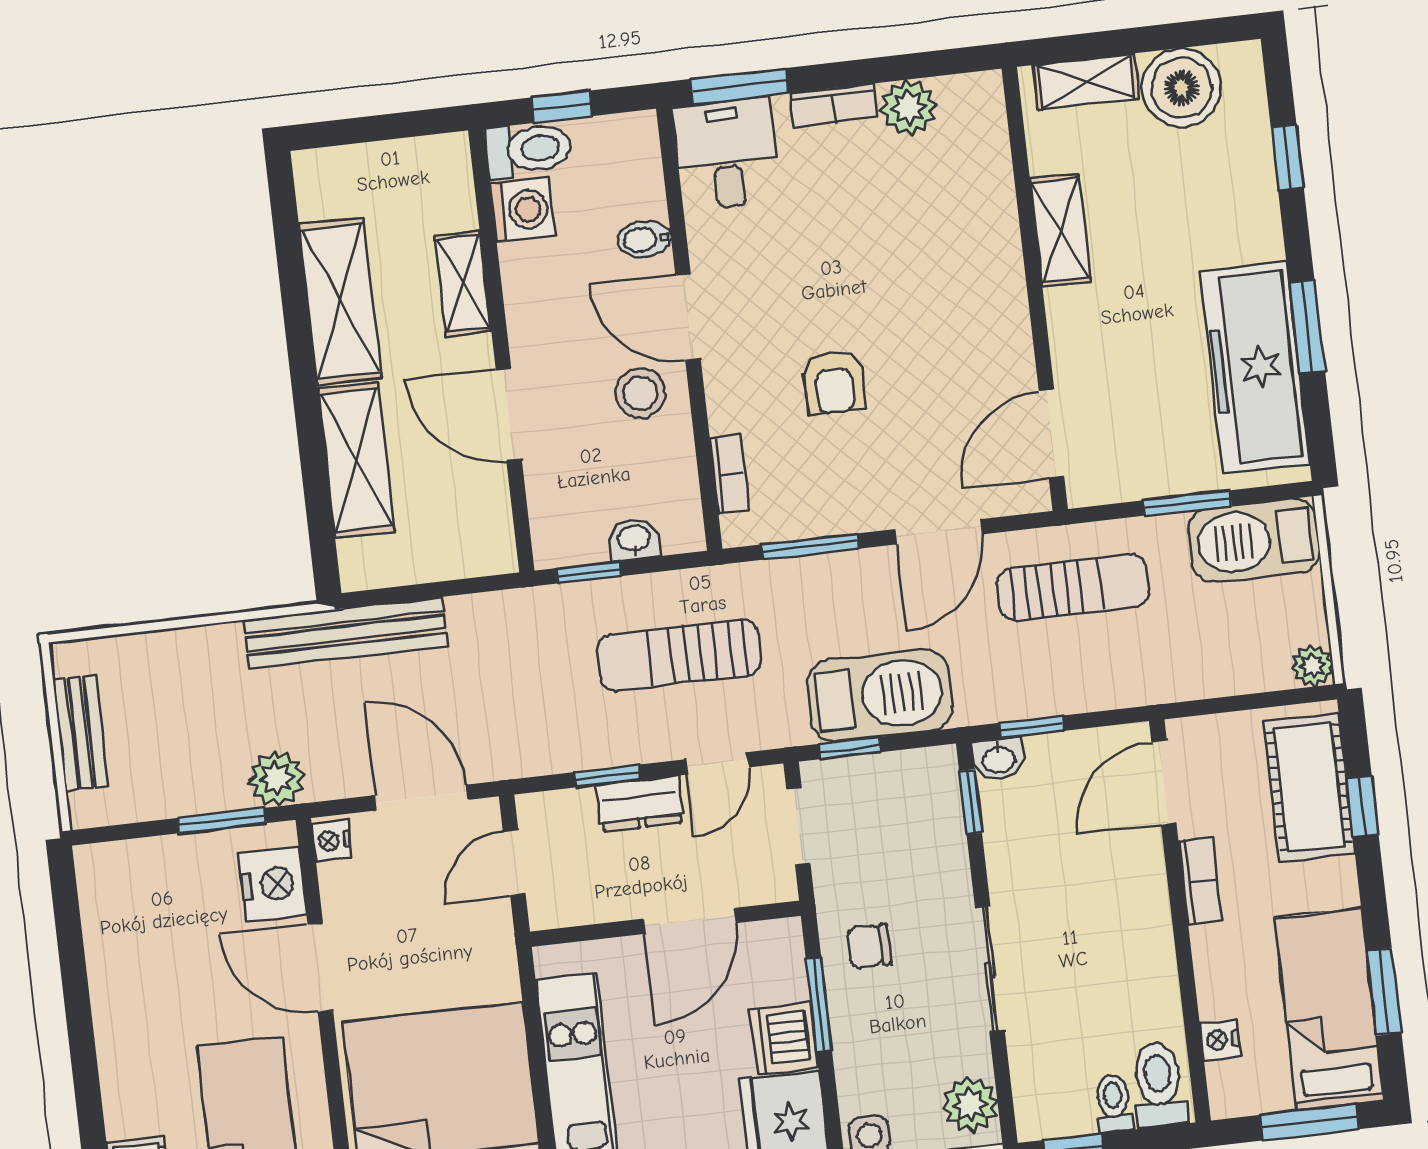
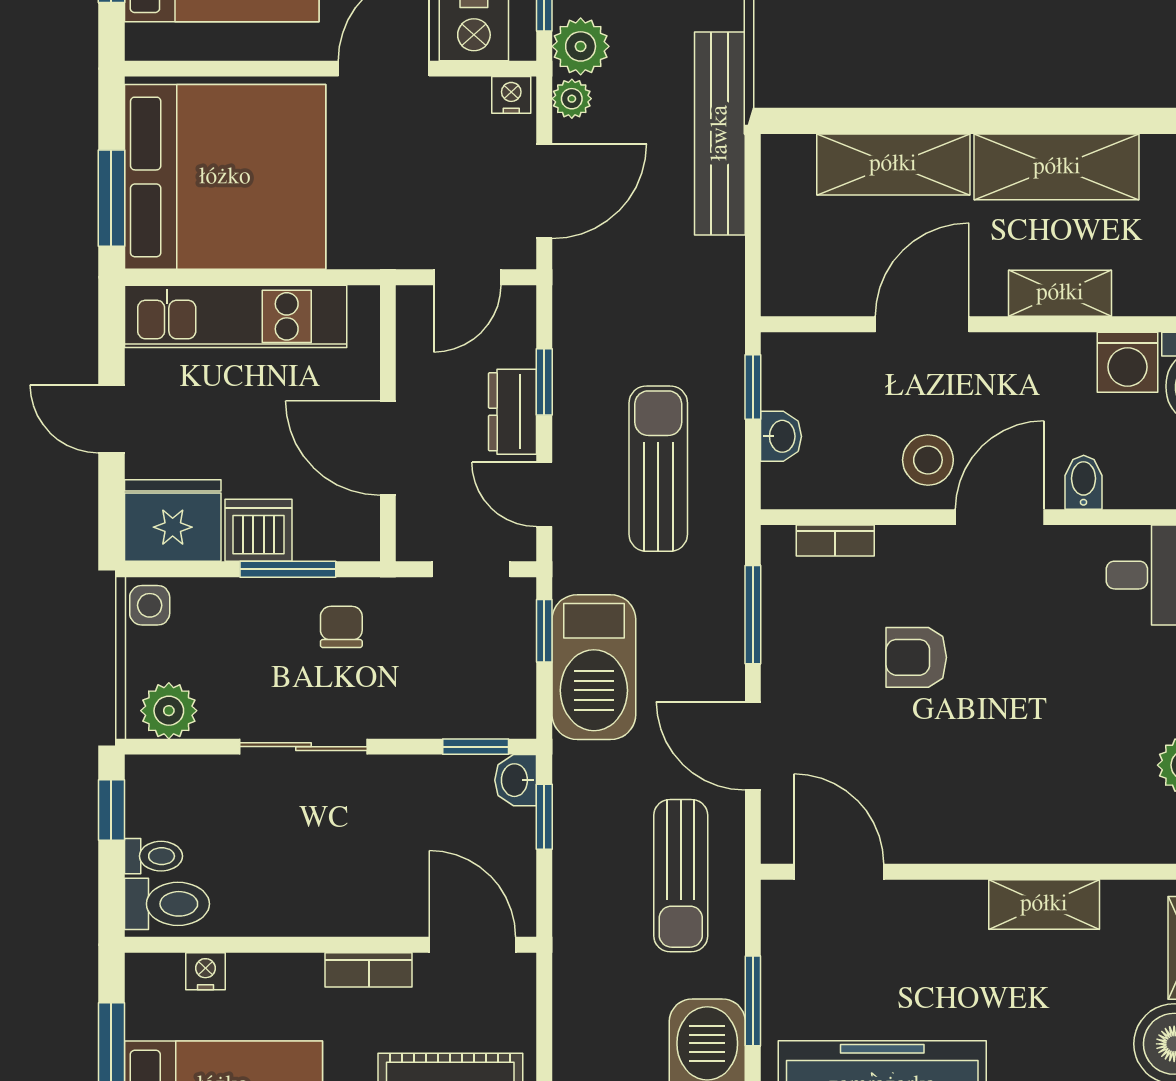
plant: (328, 781) -> (572, 99), added
door: (514, 863) -> (467, 277), swing flipped

